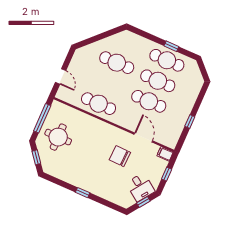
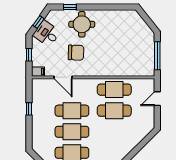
cafe table: (117, 63) -> (114, 111), moved
door: (61, 76) -> (157, 99), hinge flipped
round table: (58, 137) -> (82, 24), moved
window: (36, 157) -> (147, 20), removed
window: (83, 193) -> (70, 7), moved

